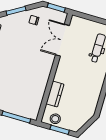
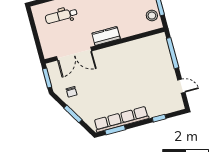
kitchen counter: (55, 94) -> (106, 36), moved

